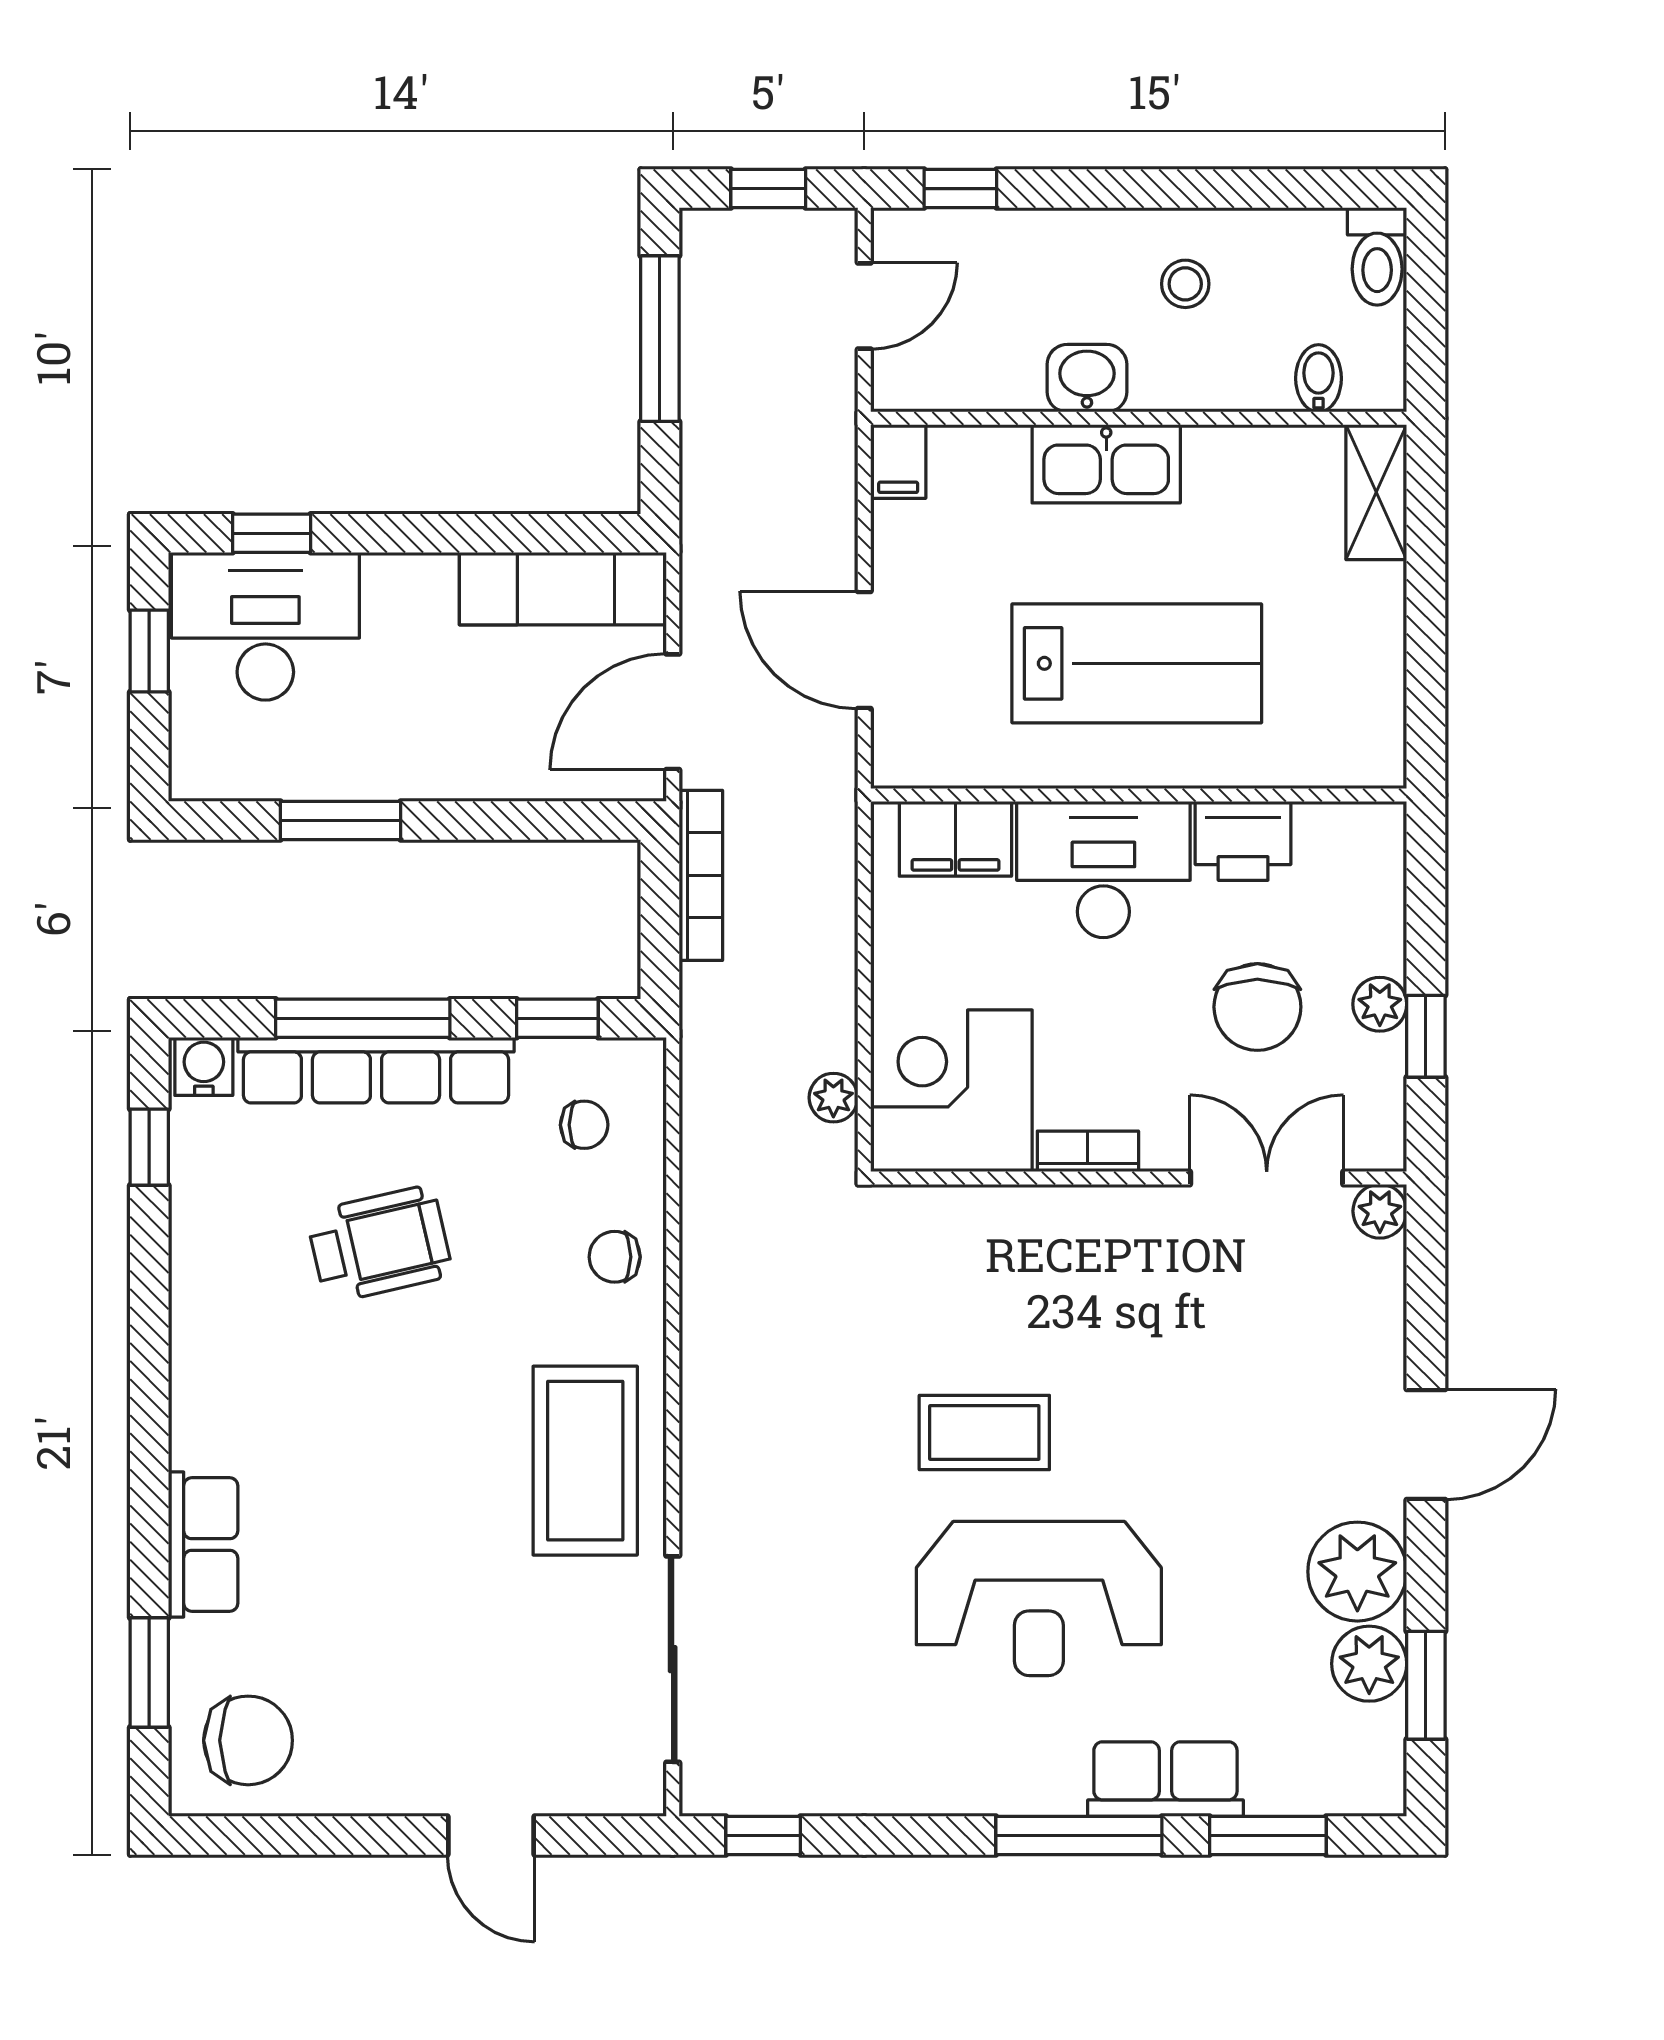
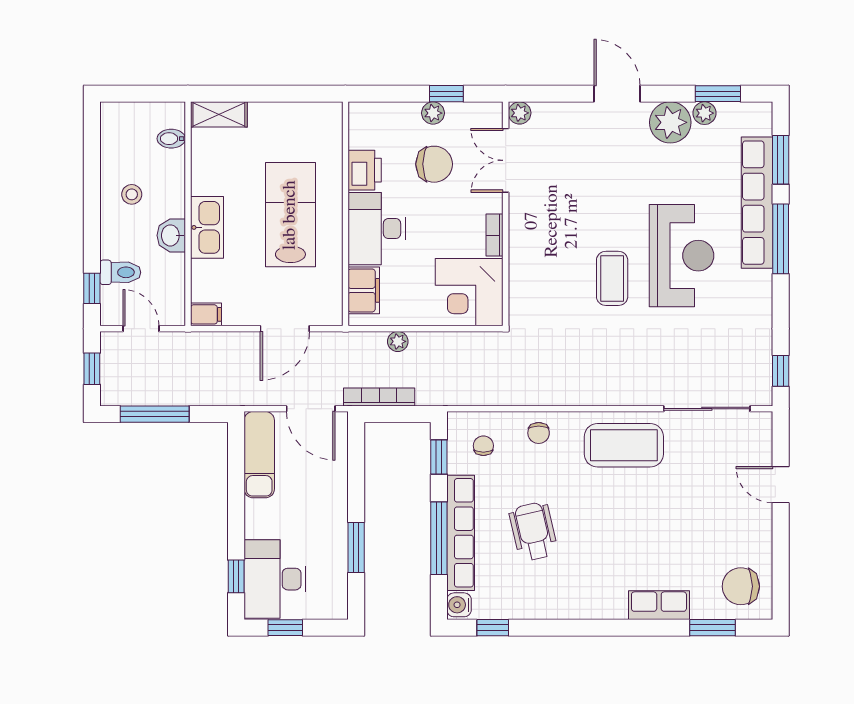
toilet: (1377, 256) -> (120, 272), moved
plant: (833, 1098) -> (398, 341), moved
plant: (1369, 1664) -> (704, 113), width x0.73, depth x0.73
chair: (248, 1740) -> (741, 586), turned -90
row of seats: (1165, 1779) -> (757, 203), width x2.02
door: (491, 1835) -> (781, 485), swing flipped

